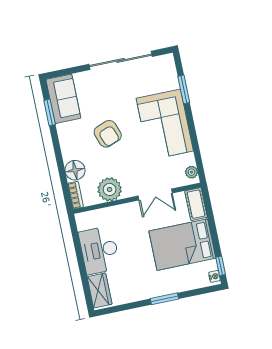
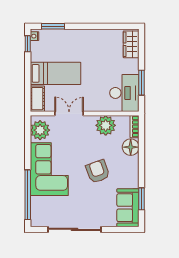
window: (184, 89) -> (28, 195), width x2.11
plant: (192, 172) -> (40, 130), width x1.88, depth x1.88
bed: (182, 245) -> (55, 73), width x0.67
window: (78, 248) -> (142, 83), added
desk: (99, 250) -> (124, 93), moved
window: (164, 299) -> (53, 26), moved

